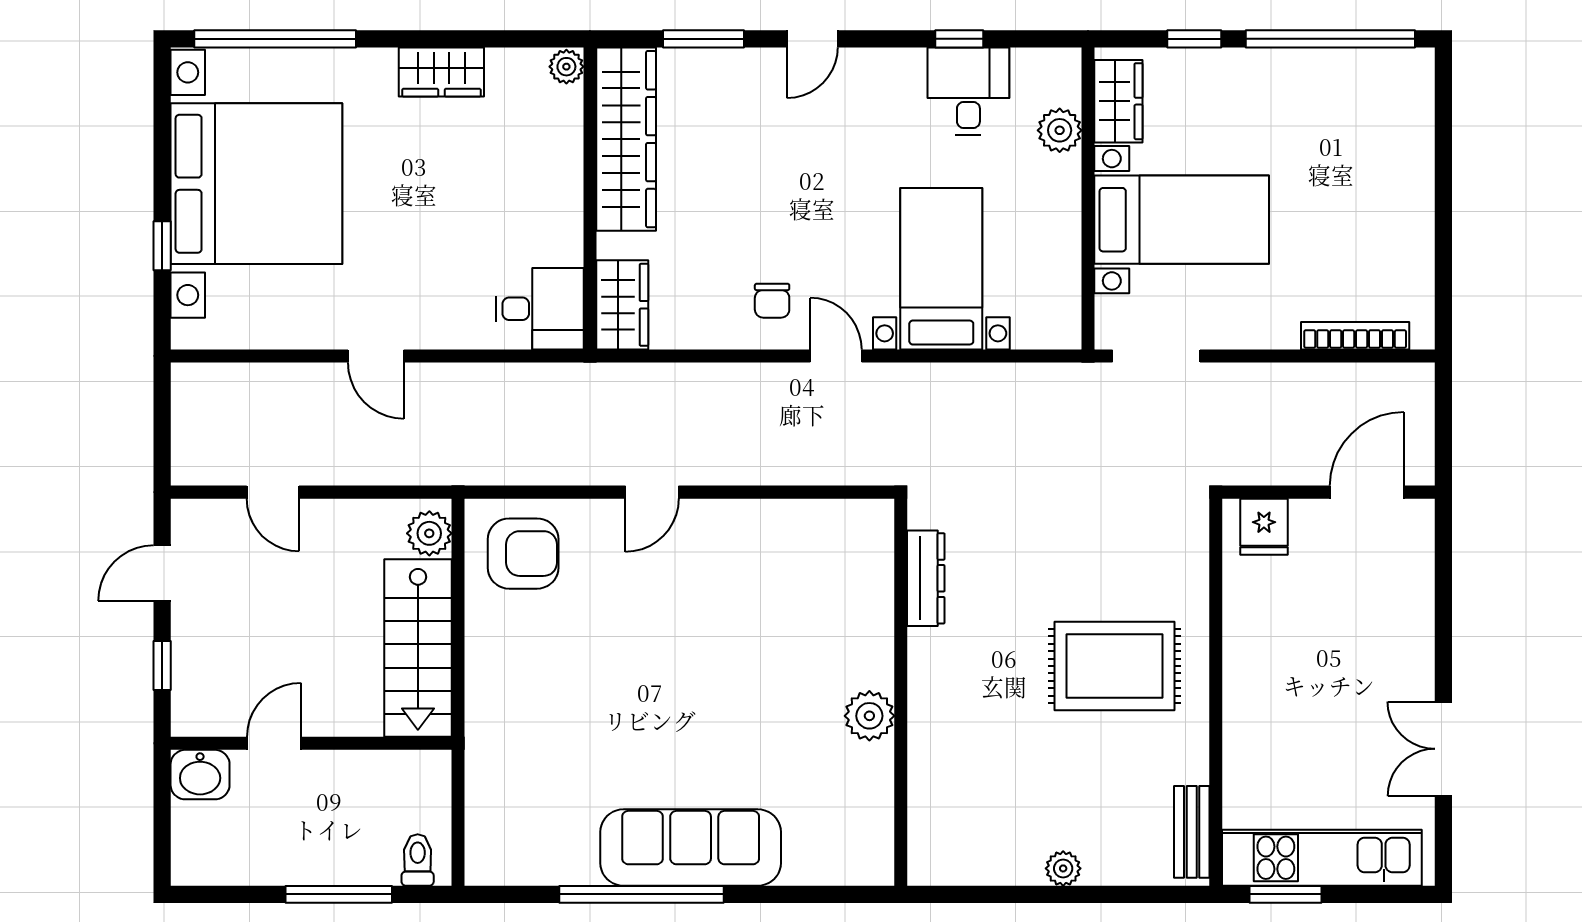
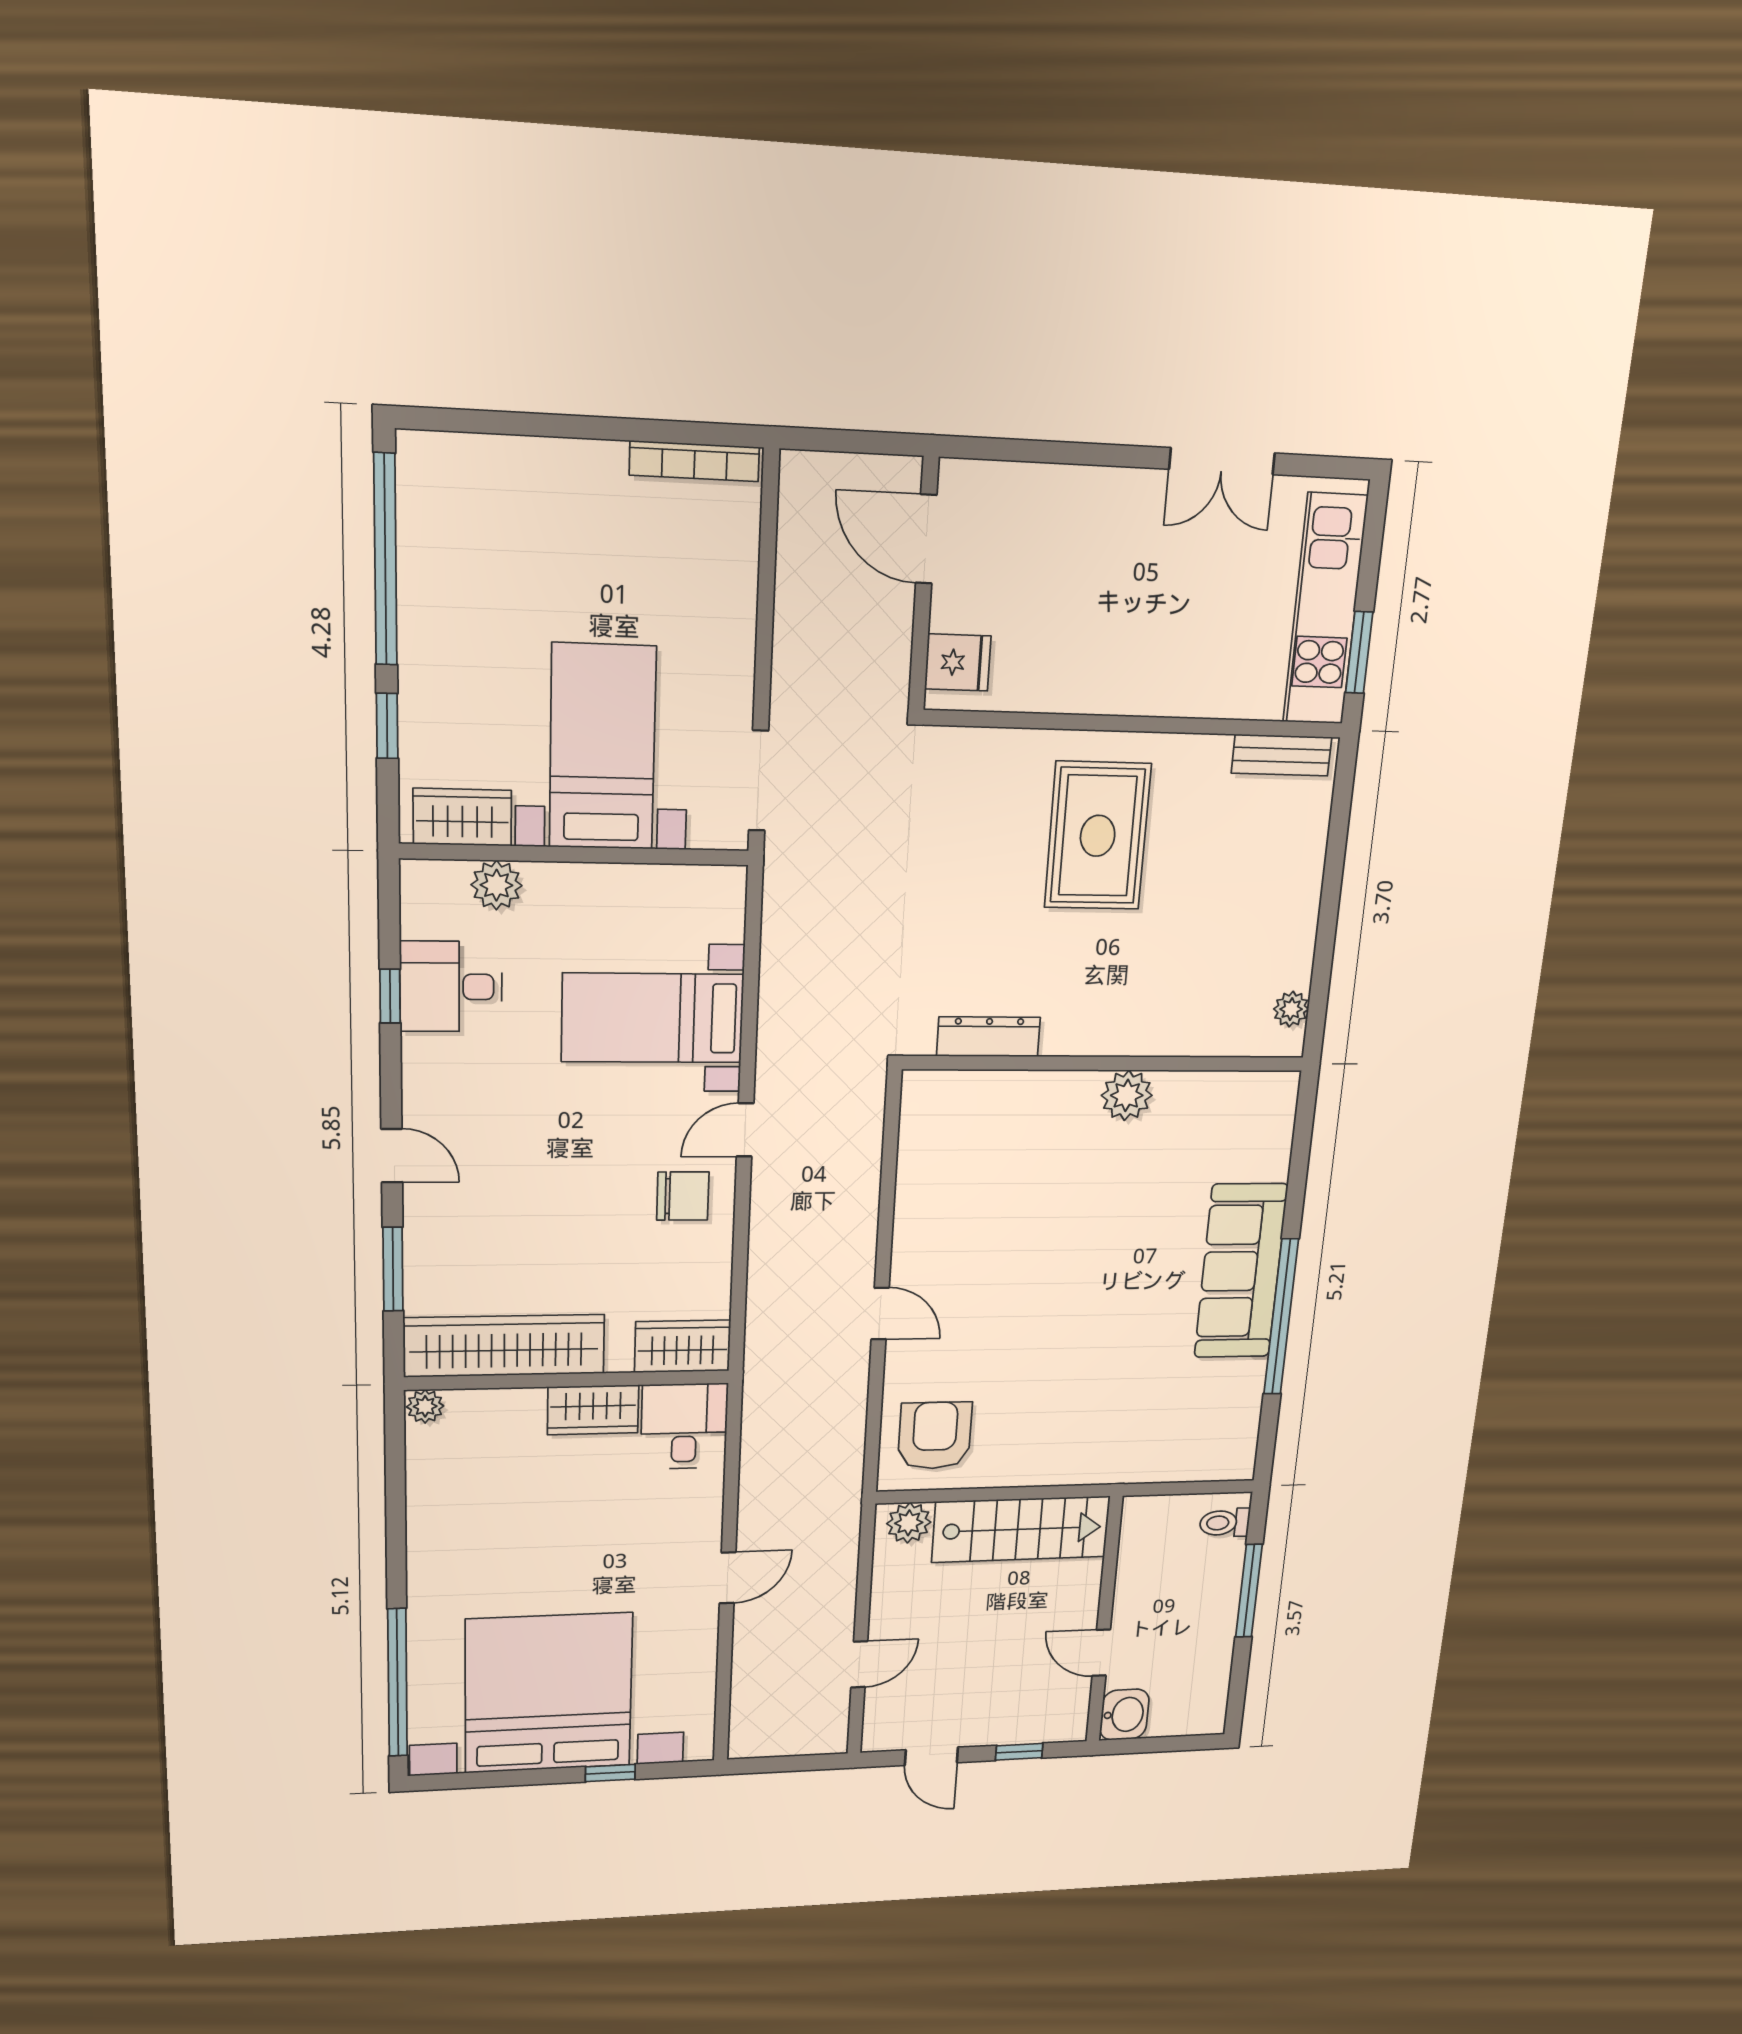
wardrobe: (441, 72) -> (593, 1410), moved, turned 90
chair: (772, 301) -> (683, 1196), width x1.37, depth x1.37
bookcase: (1355, 336) -> (694, 461), moved, turned -90
plant: (1063, 868) -> (1291, 1009), moved

